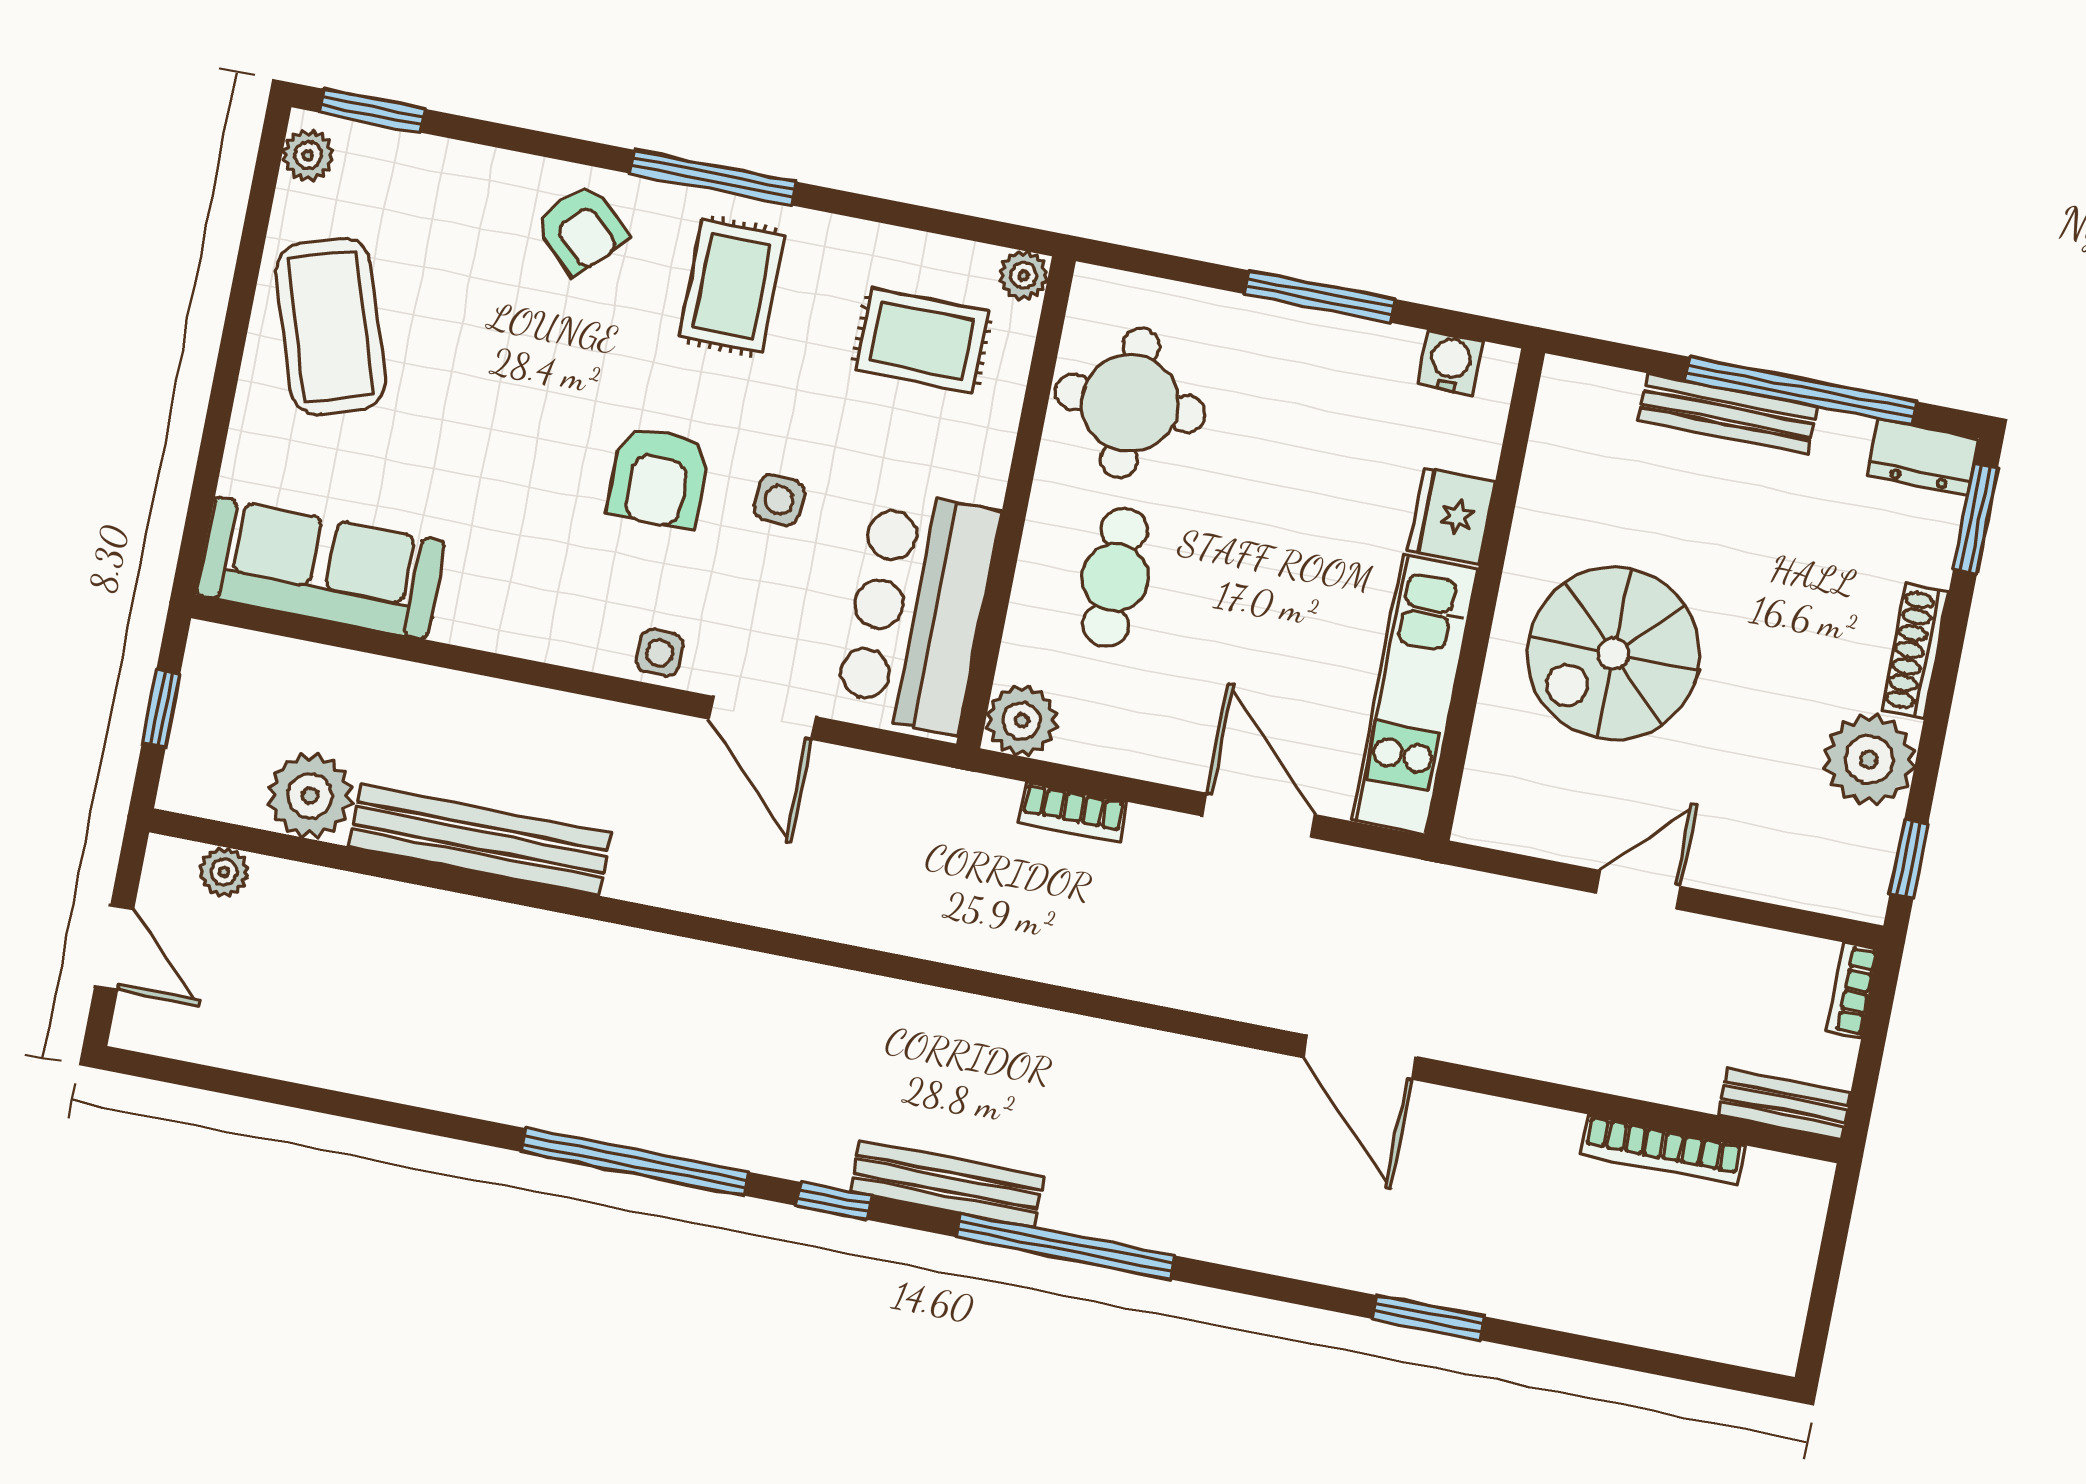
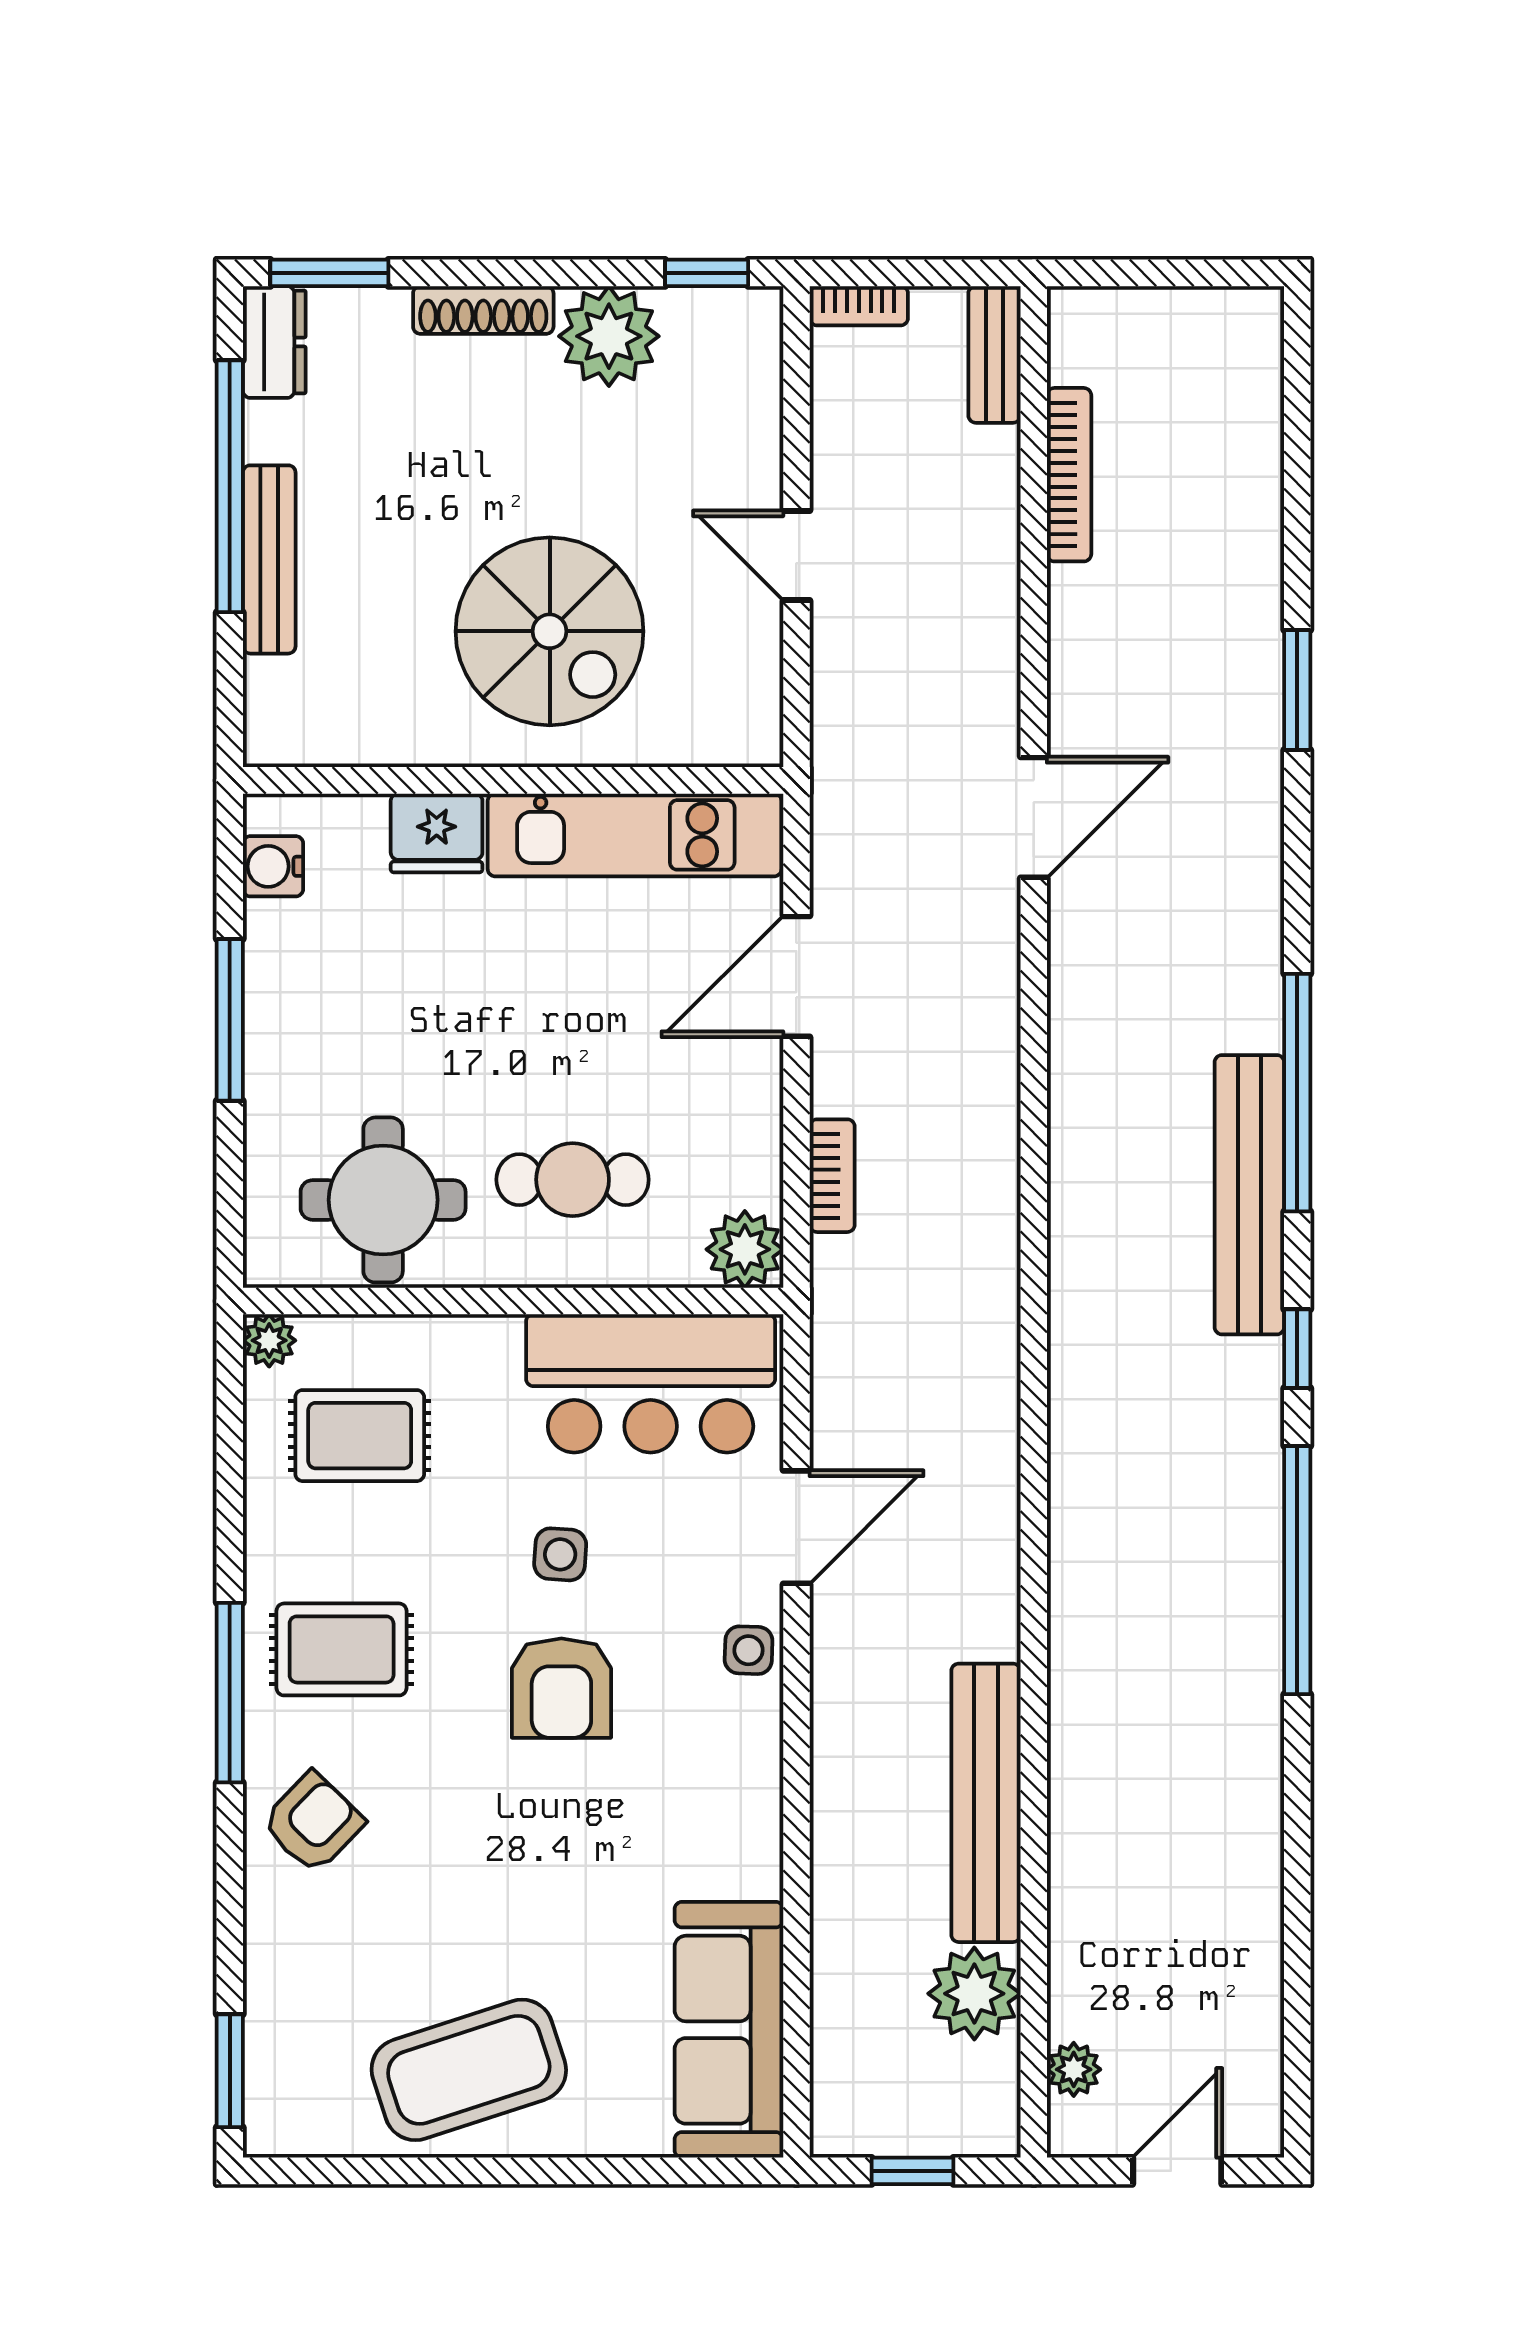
plant: (308, 155) -> (291, 2130), removed
rug: (922, 340) -> (360, 1436), turned 90
armchair: (658, 478) -> (561, 1688), turned 90
bench: (947, 1184) -> (1249, 1195), width x1.37, depth x1.21

